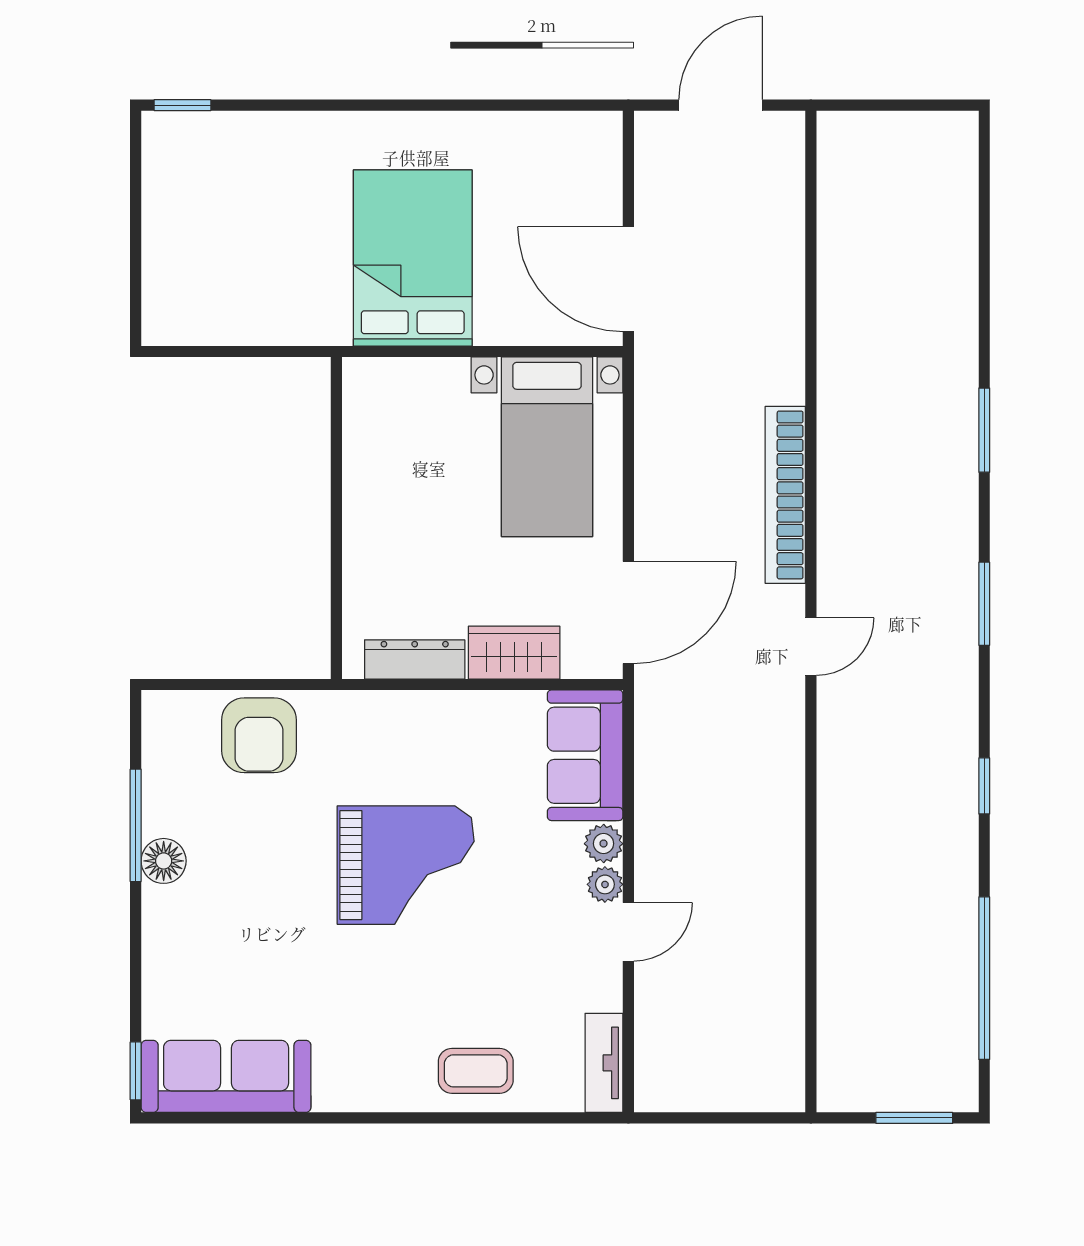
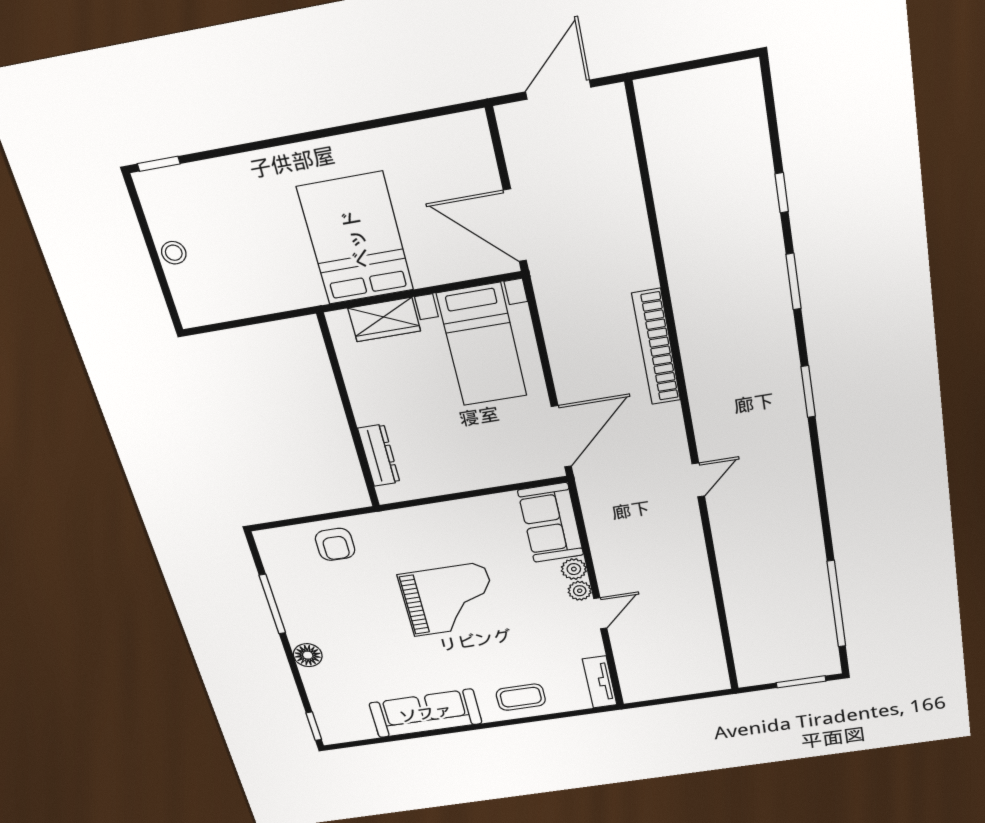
stool: (163, 232) -> (174, 253), added
door: (811, 647) -> (698, 480), moved
wardrobe: (514, 653) -> (384, 320), moved, turned 180
dresser: (415, 659) -> (379, 455), moved, turned 90
armchair: (259, 735) -> (335, 544), width x0.72, depth x0.72
window: (984, 786) -> (782, 193), moved
floor lamp: (164, 861) -> (308, 655), moved
sofa: (226, 1076) -> (426, 713), moved

